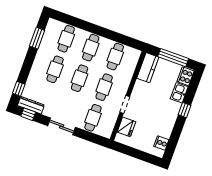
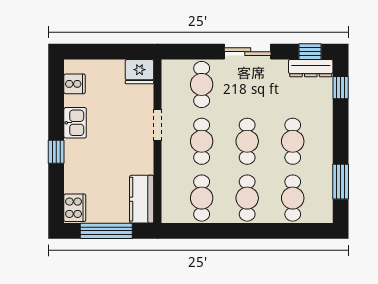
kitchen sink: (179, 93) -> (75, 123), moved
fridge: (126, 127) -> (139, 72), moved, turned -90

